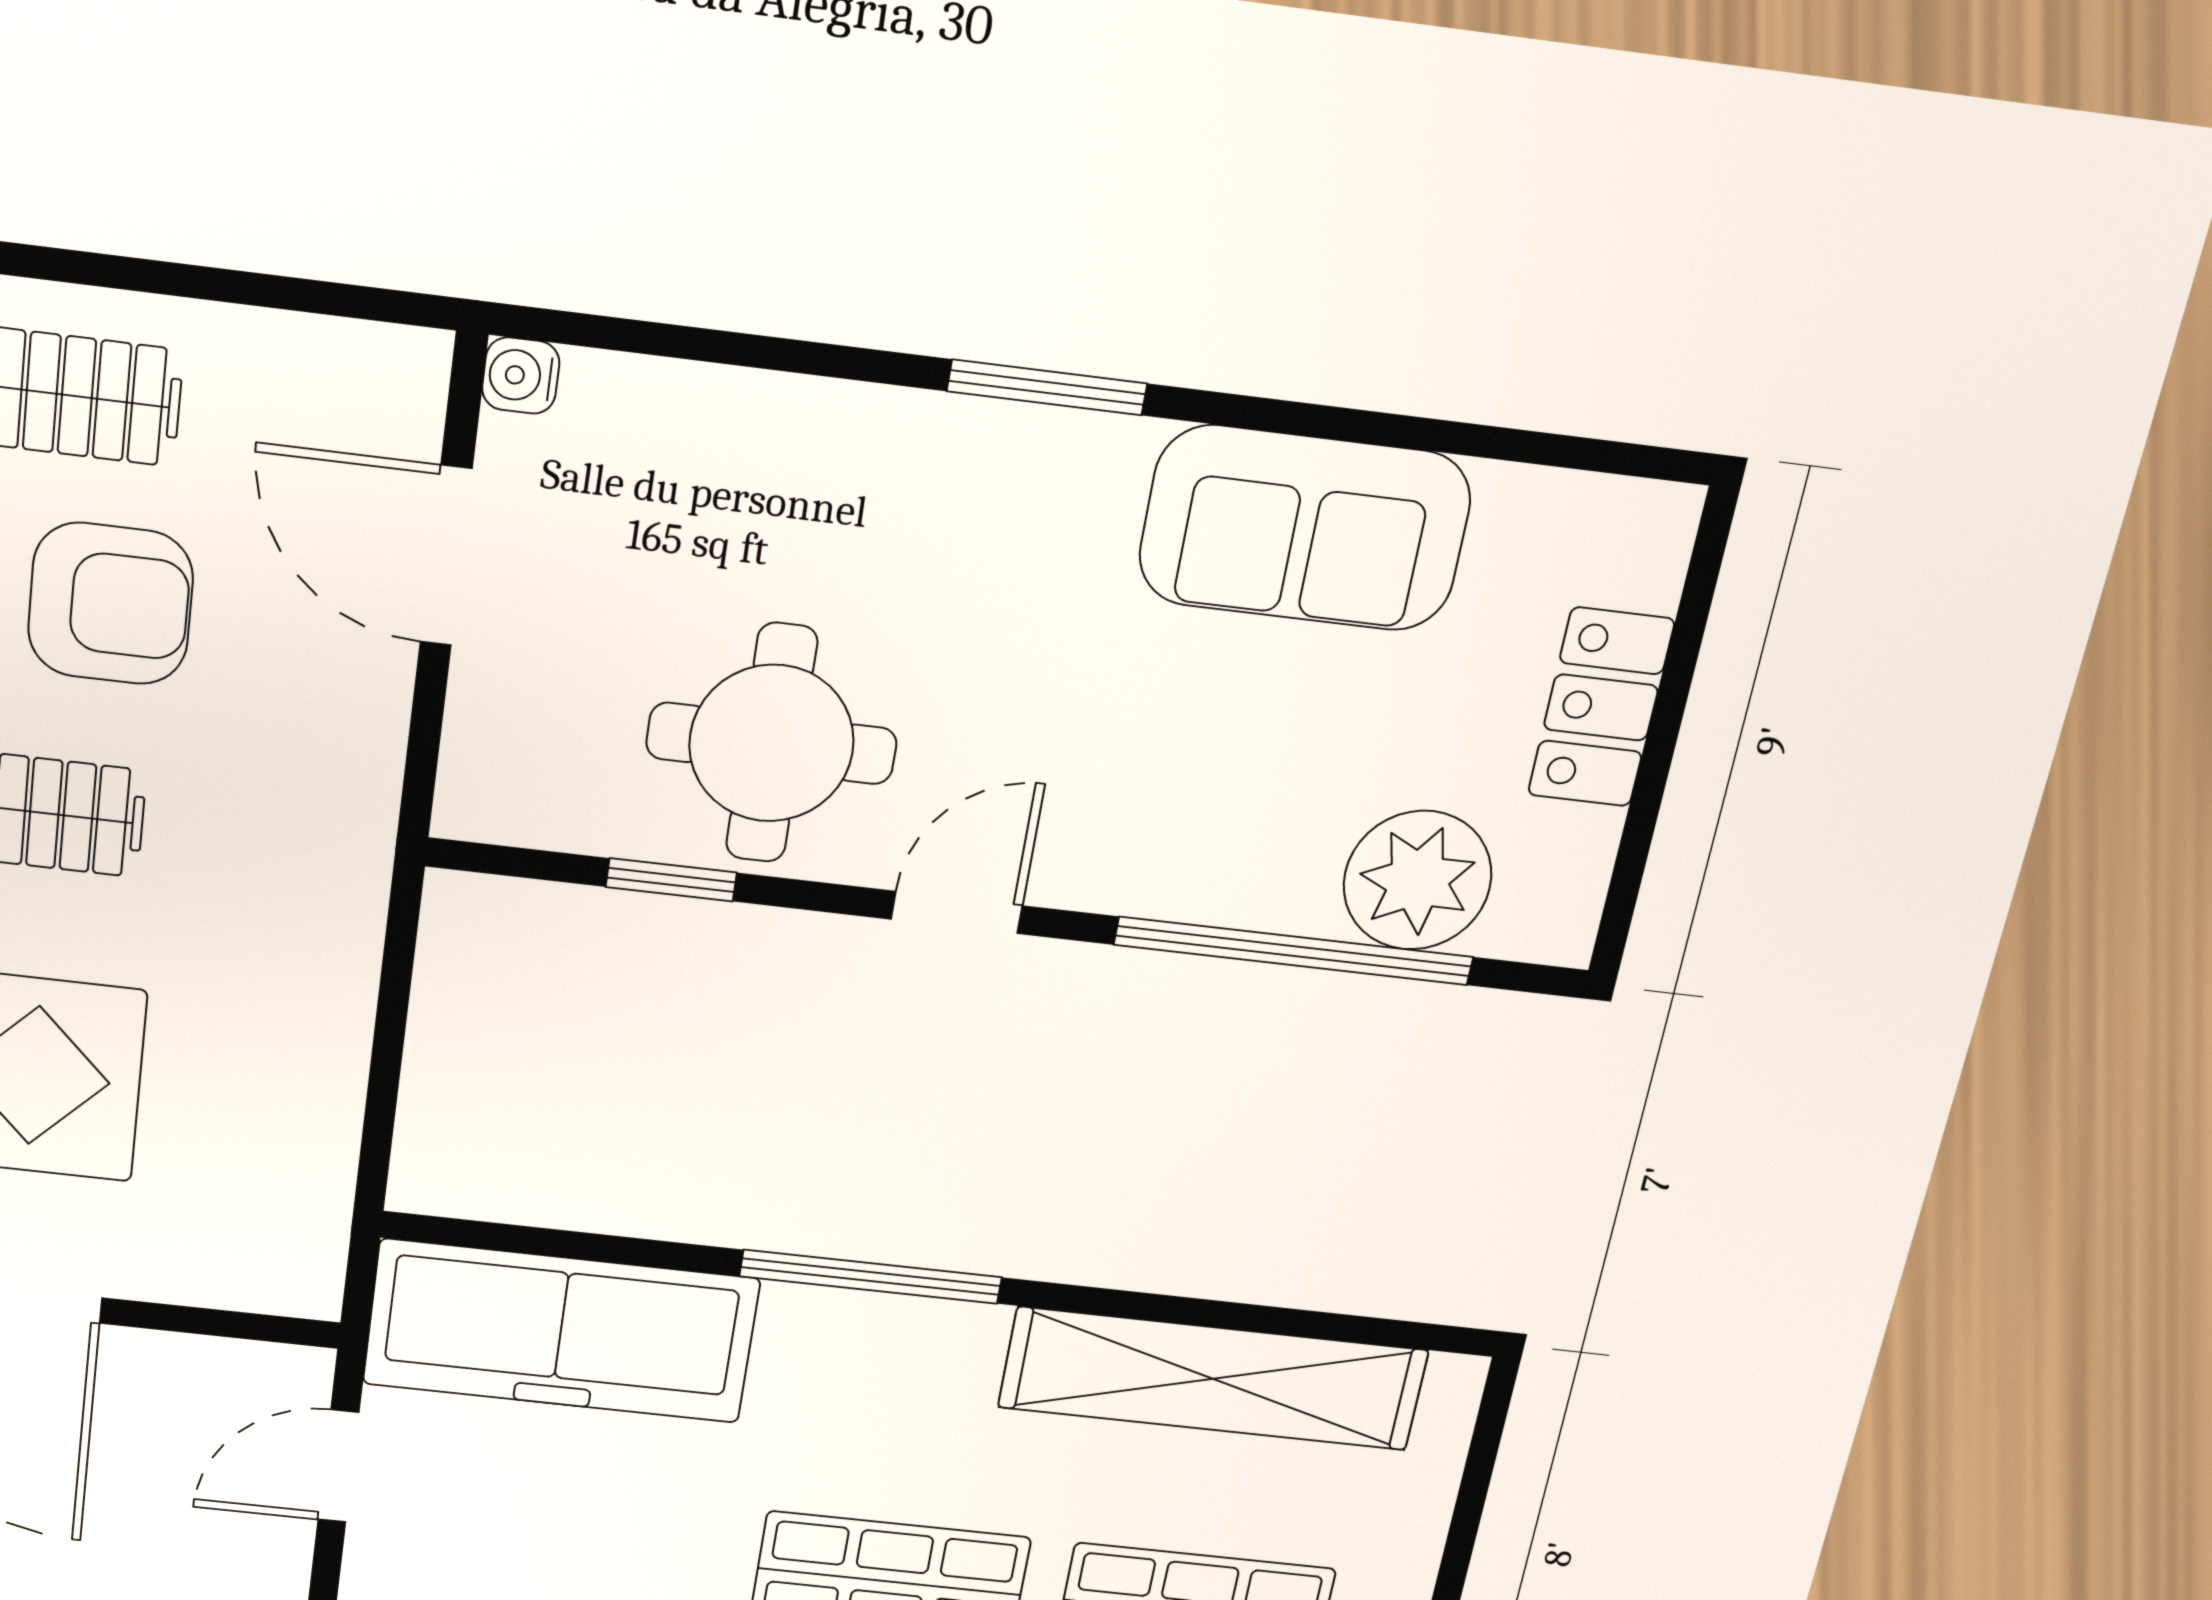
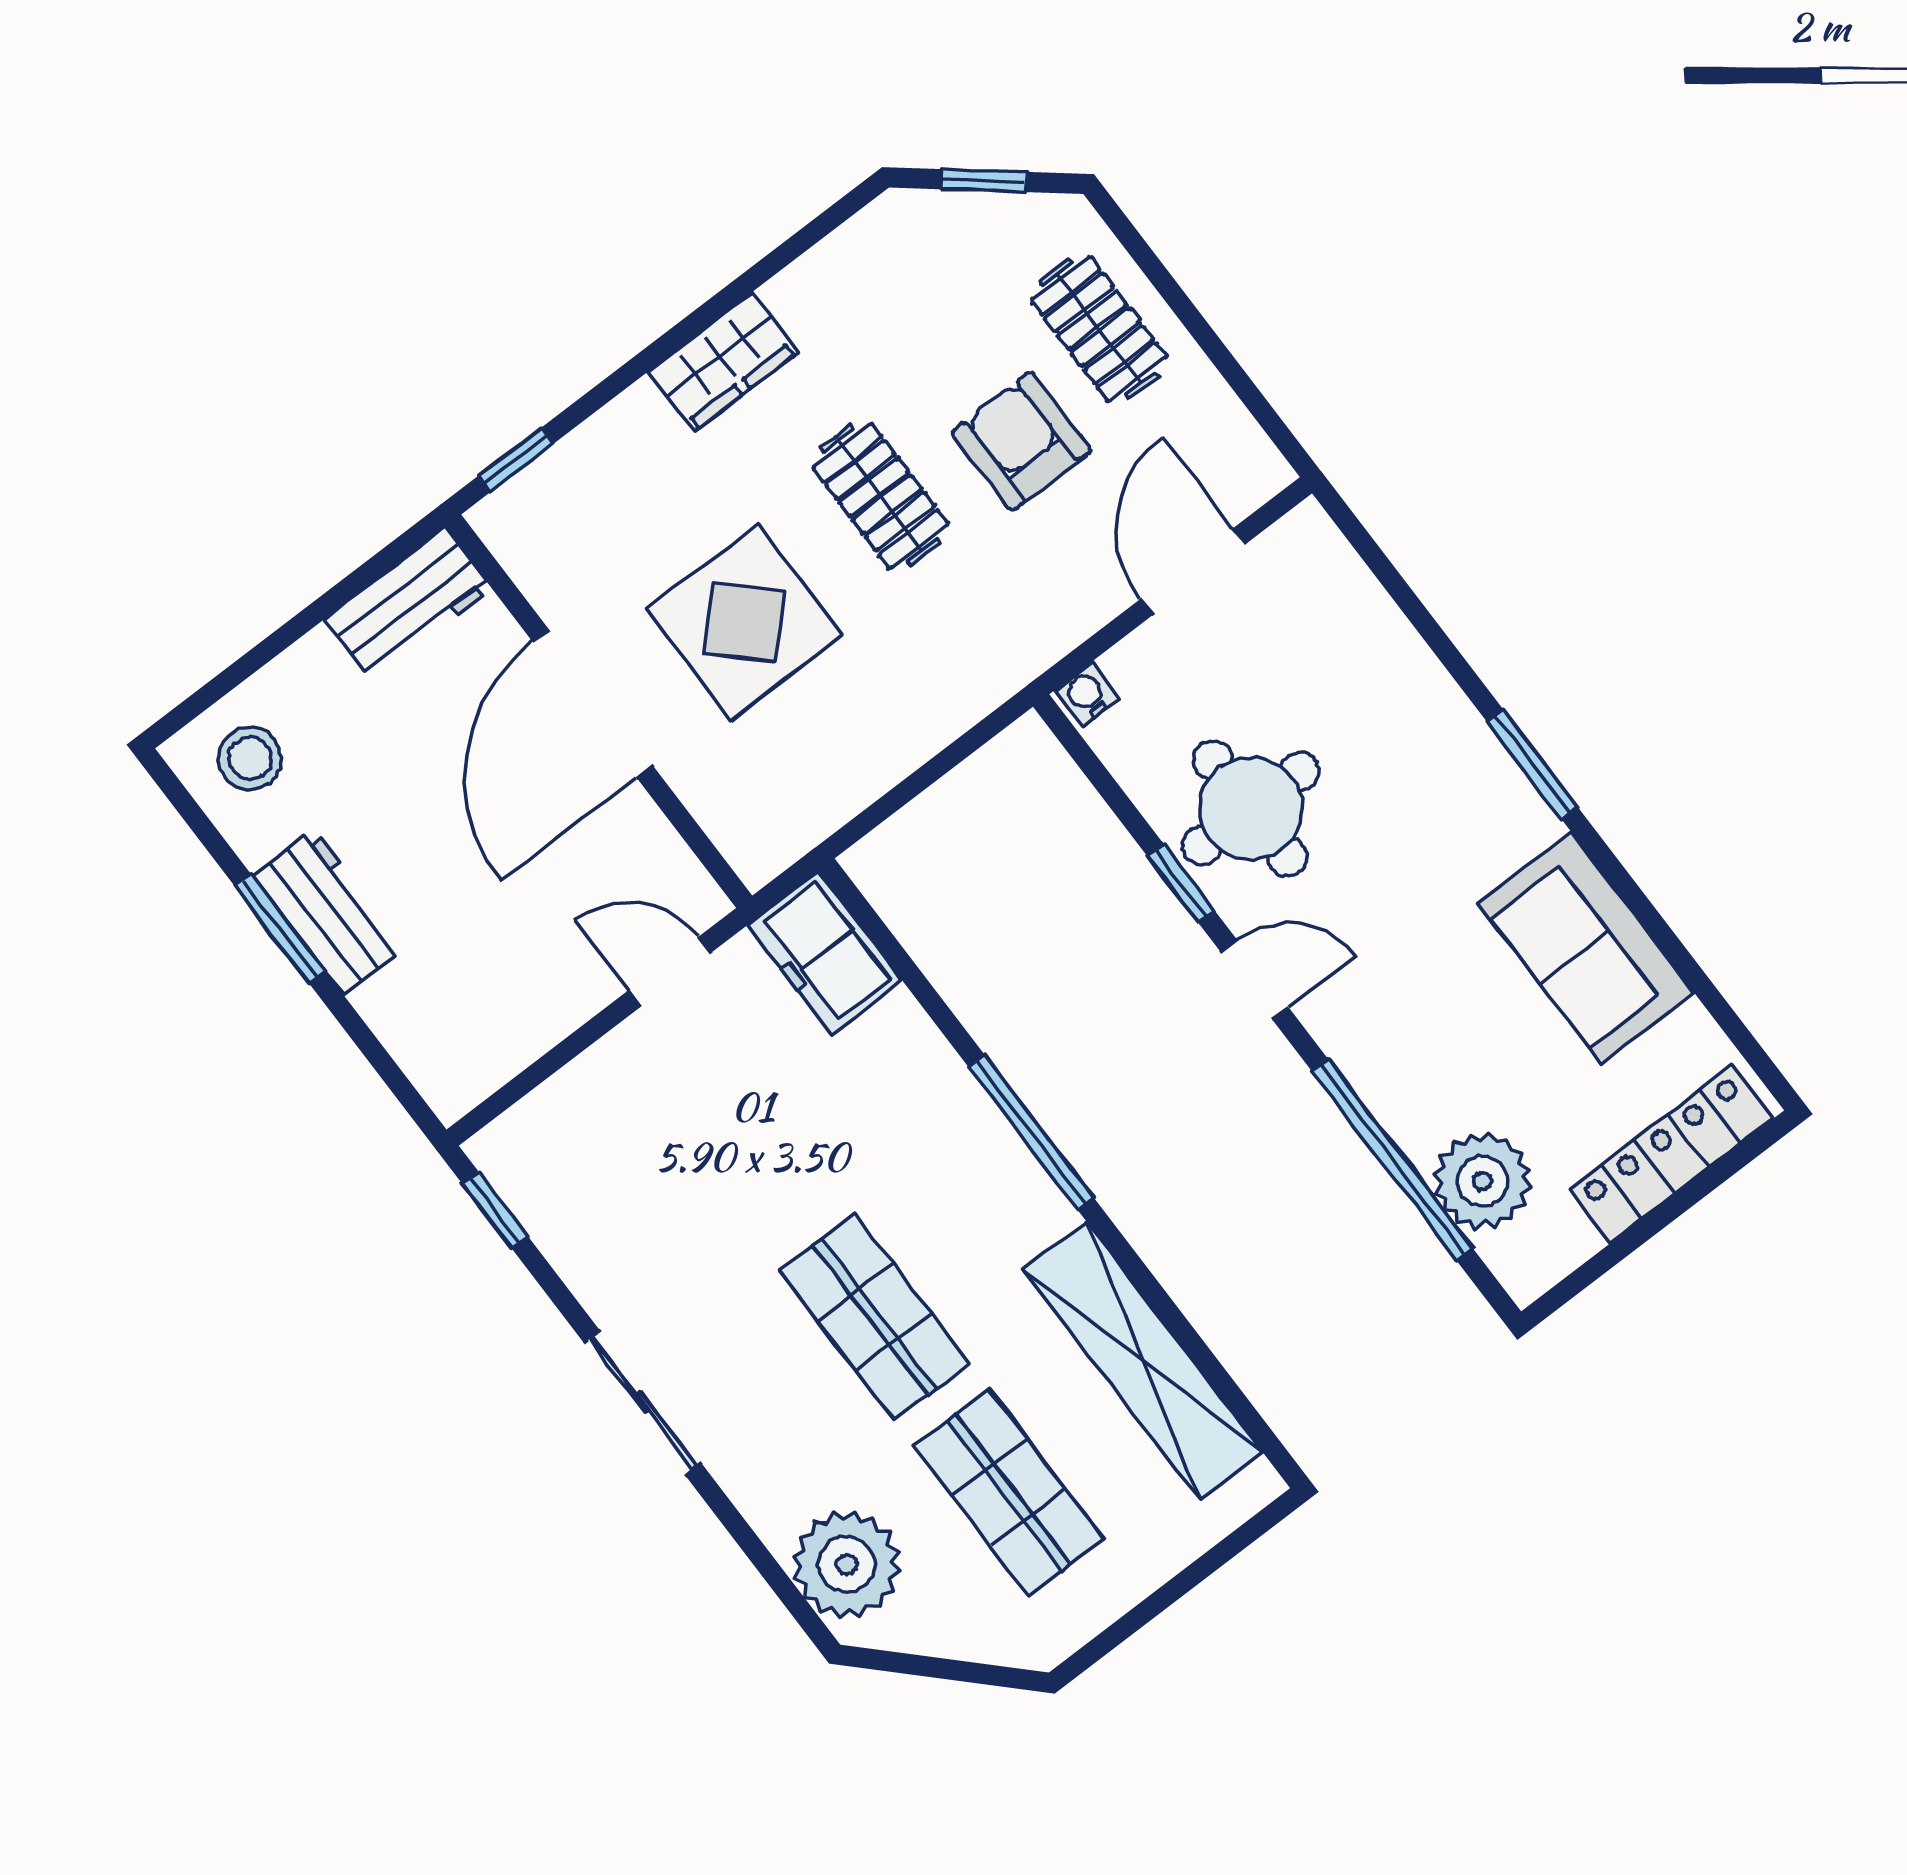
water cooler: (521, 376) -> (1087, 694), moved
armchair: (110, 604) -> (1021, 441), turned 180
locker: (1601, 707) -> (1671, 1154), width x1.53
window: (671, 880) -> (1181, 883), moved
freezer: (561, 1331) -> (825, 952), width x0.52, depth x0.79

